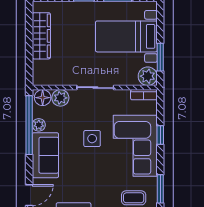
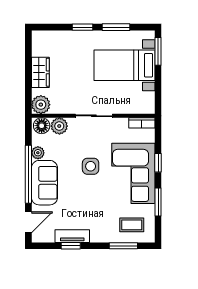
wardrobe: (41, 36) -> (40, 72), width x0.67
window: (160, 57) -> (158, 51), moved
plant: (148, 76) -> (41, 105), moved
window: (29, 125) -> (28, 174), moved
window: (160, 189) -> (158, 202), moved

